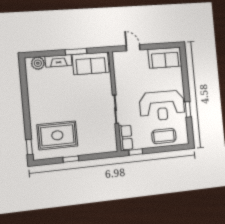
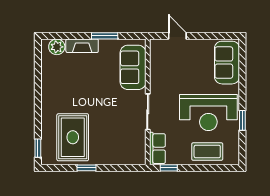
sofa: (165, 58) -> (227, 63), moved, turned 90
sofa: (91, 63) -> (133, 67), moved, turned 90
rug: (57, 135) -> (73, 137), turned 90

